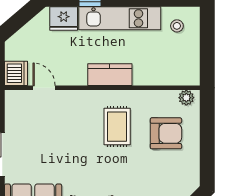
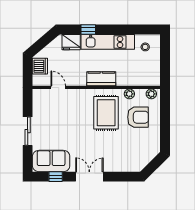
dishwasher: (16, 73) -> (40, 66), moved
plant: (153, 98) -> (129, 94), added
rug: (117, 127) -> (106, 113), width x1.36, depth x1.43

